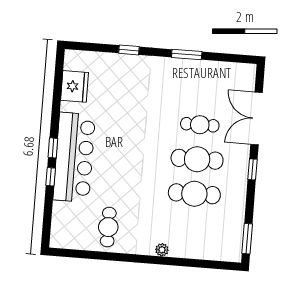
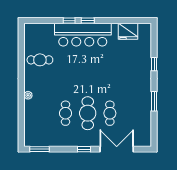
cafe table: (194, 194) -> (66, 113), width x0.73, depth x0.74

